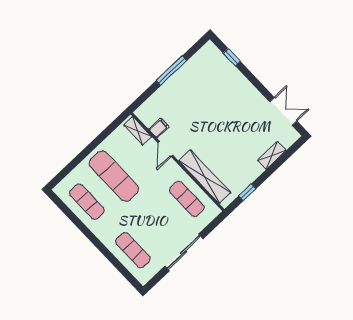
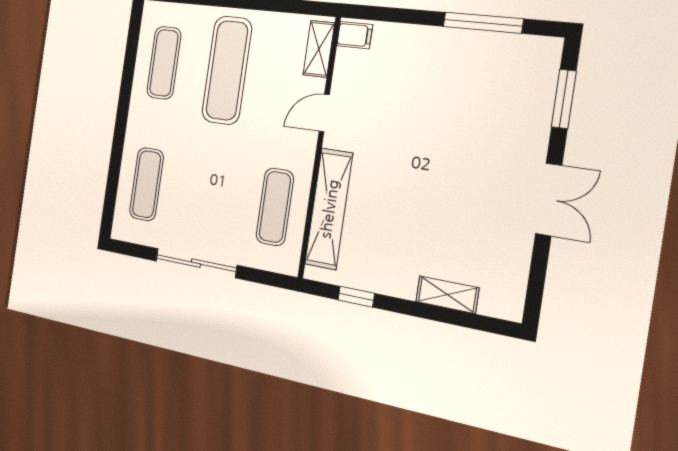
window: (232, 57) -> (564, 99), width x1.50
window: (172, 71) -> (483, 23), moved
double door: (283, 111) -> (549, 200), moved
filing cabinet: (159, 128) -> (355, 35), moved

